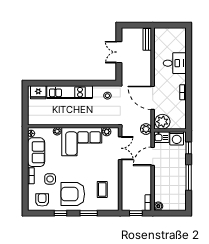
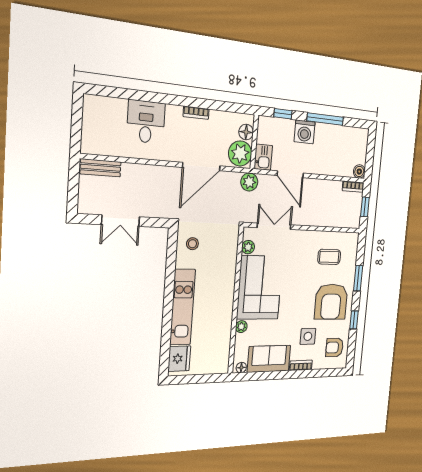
floor lamp: (175, 124) -> (246, 132), added
washing machine: (177, 138) -> (305, 132), moved, turned 90

